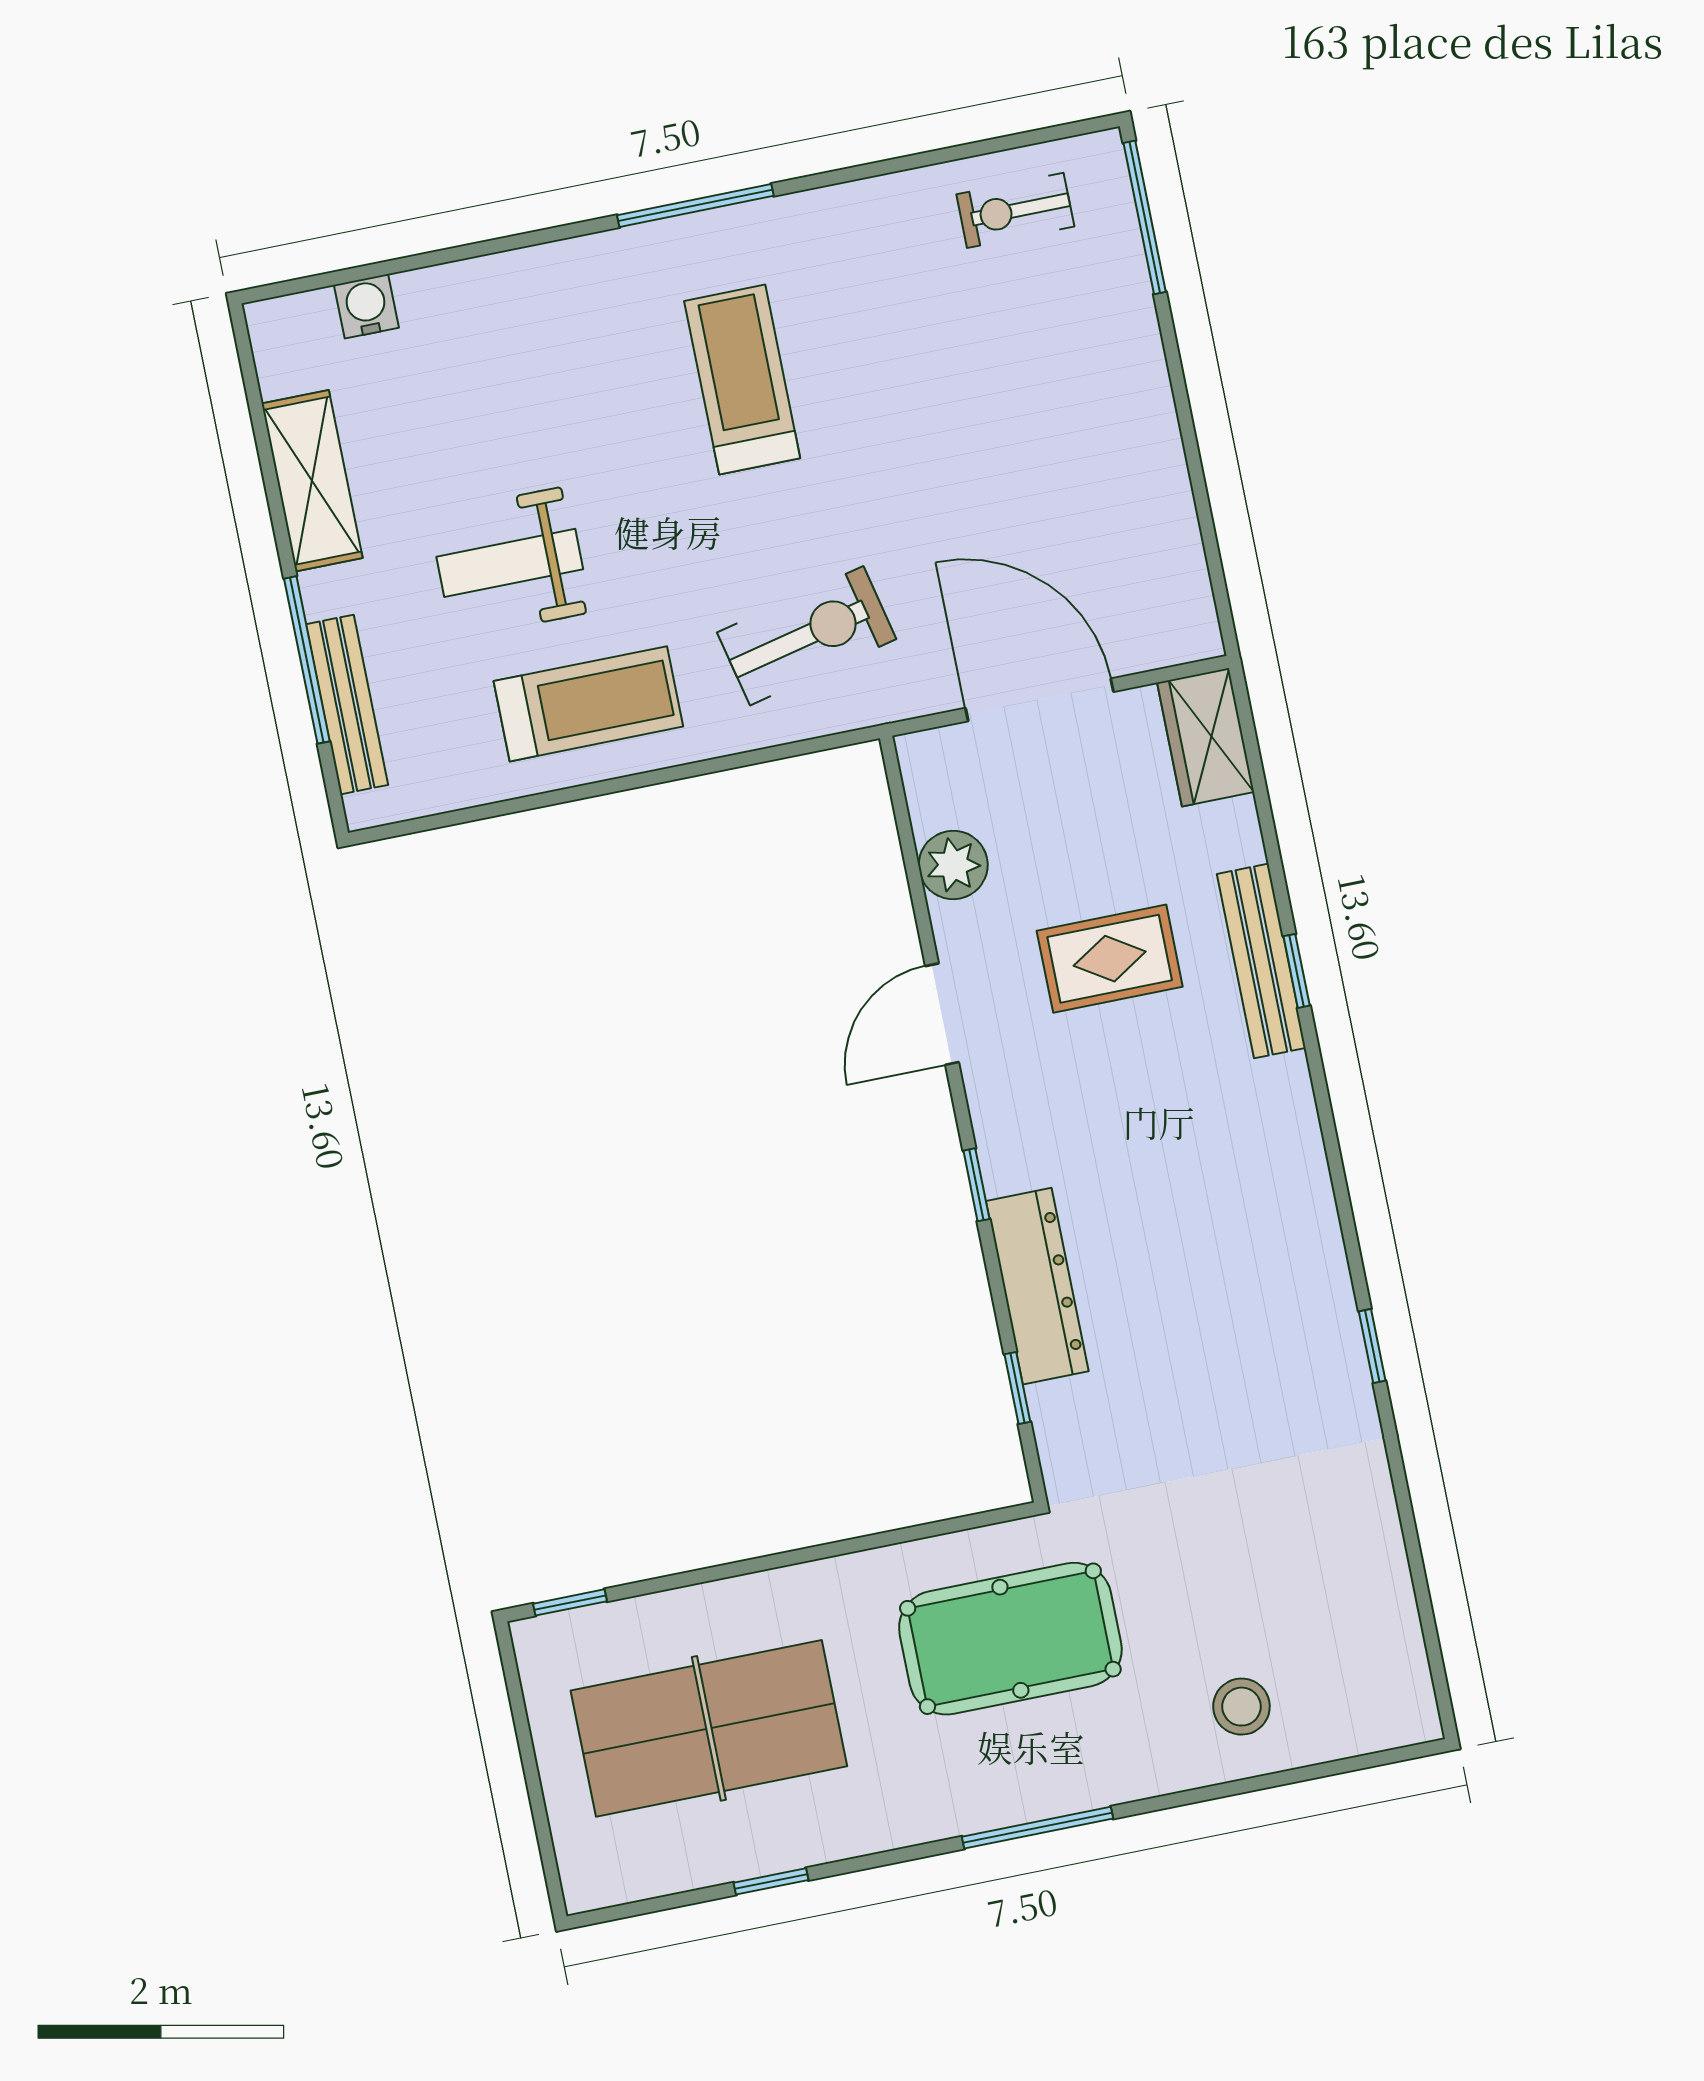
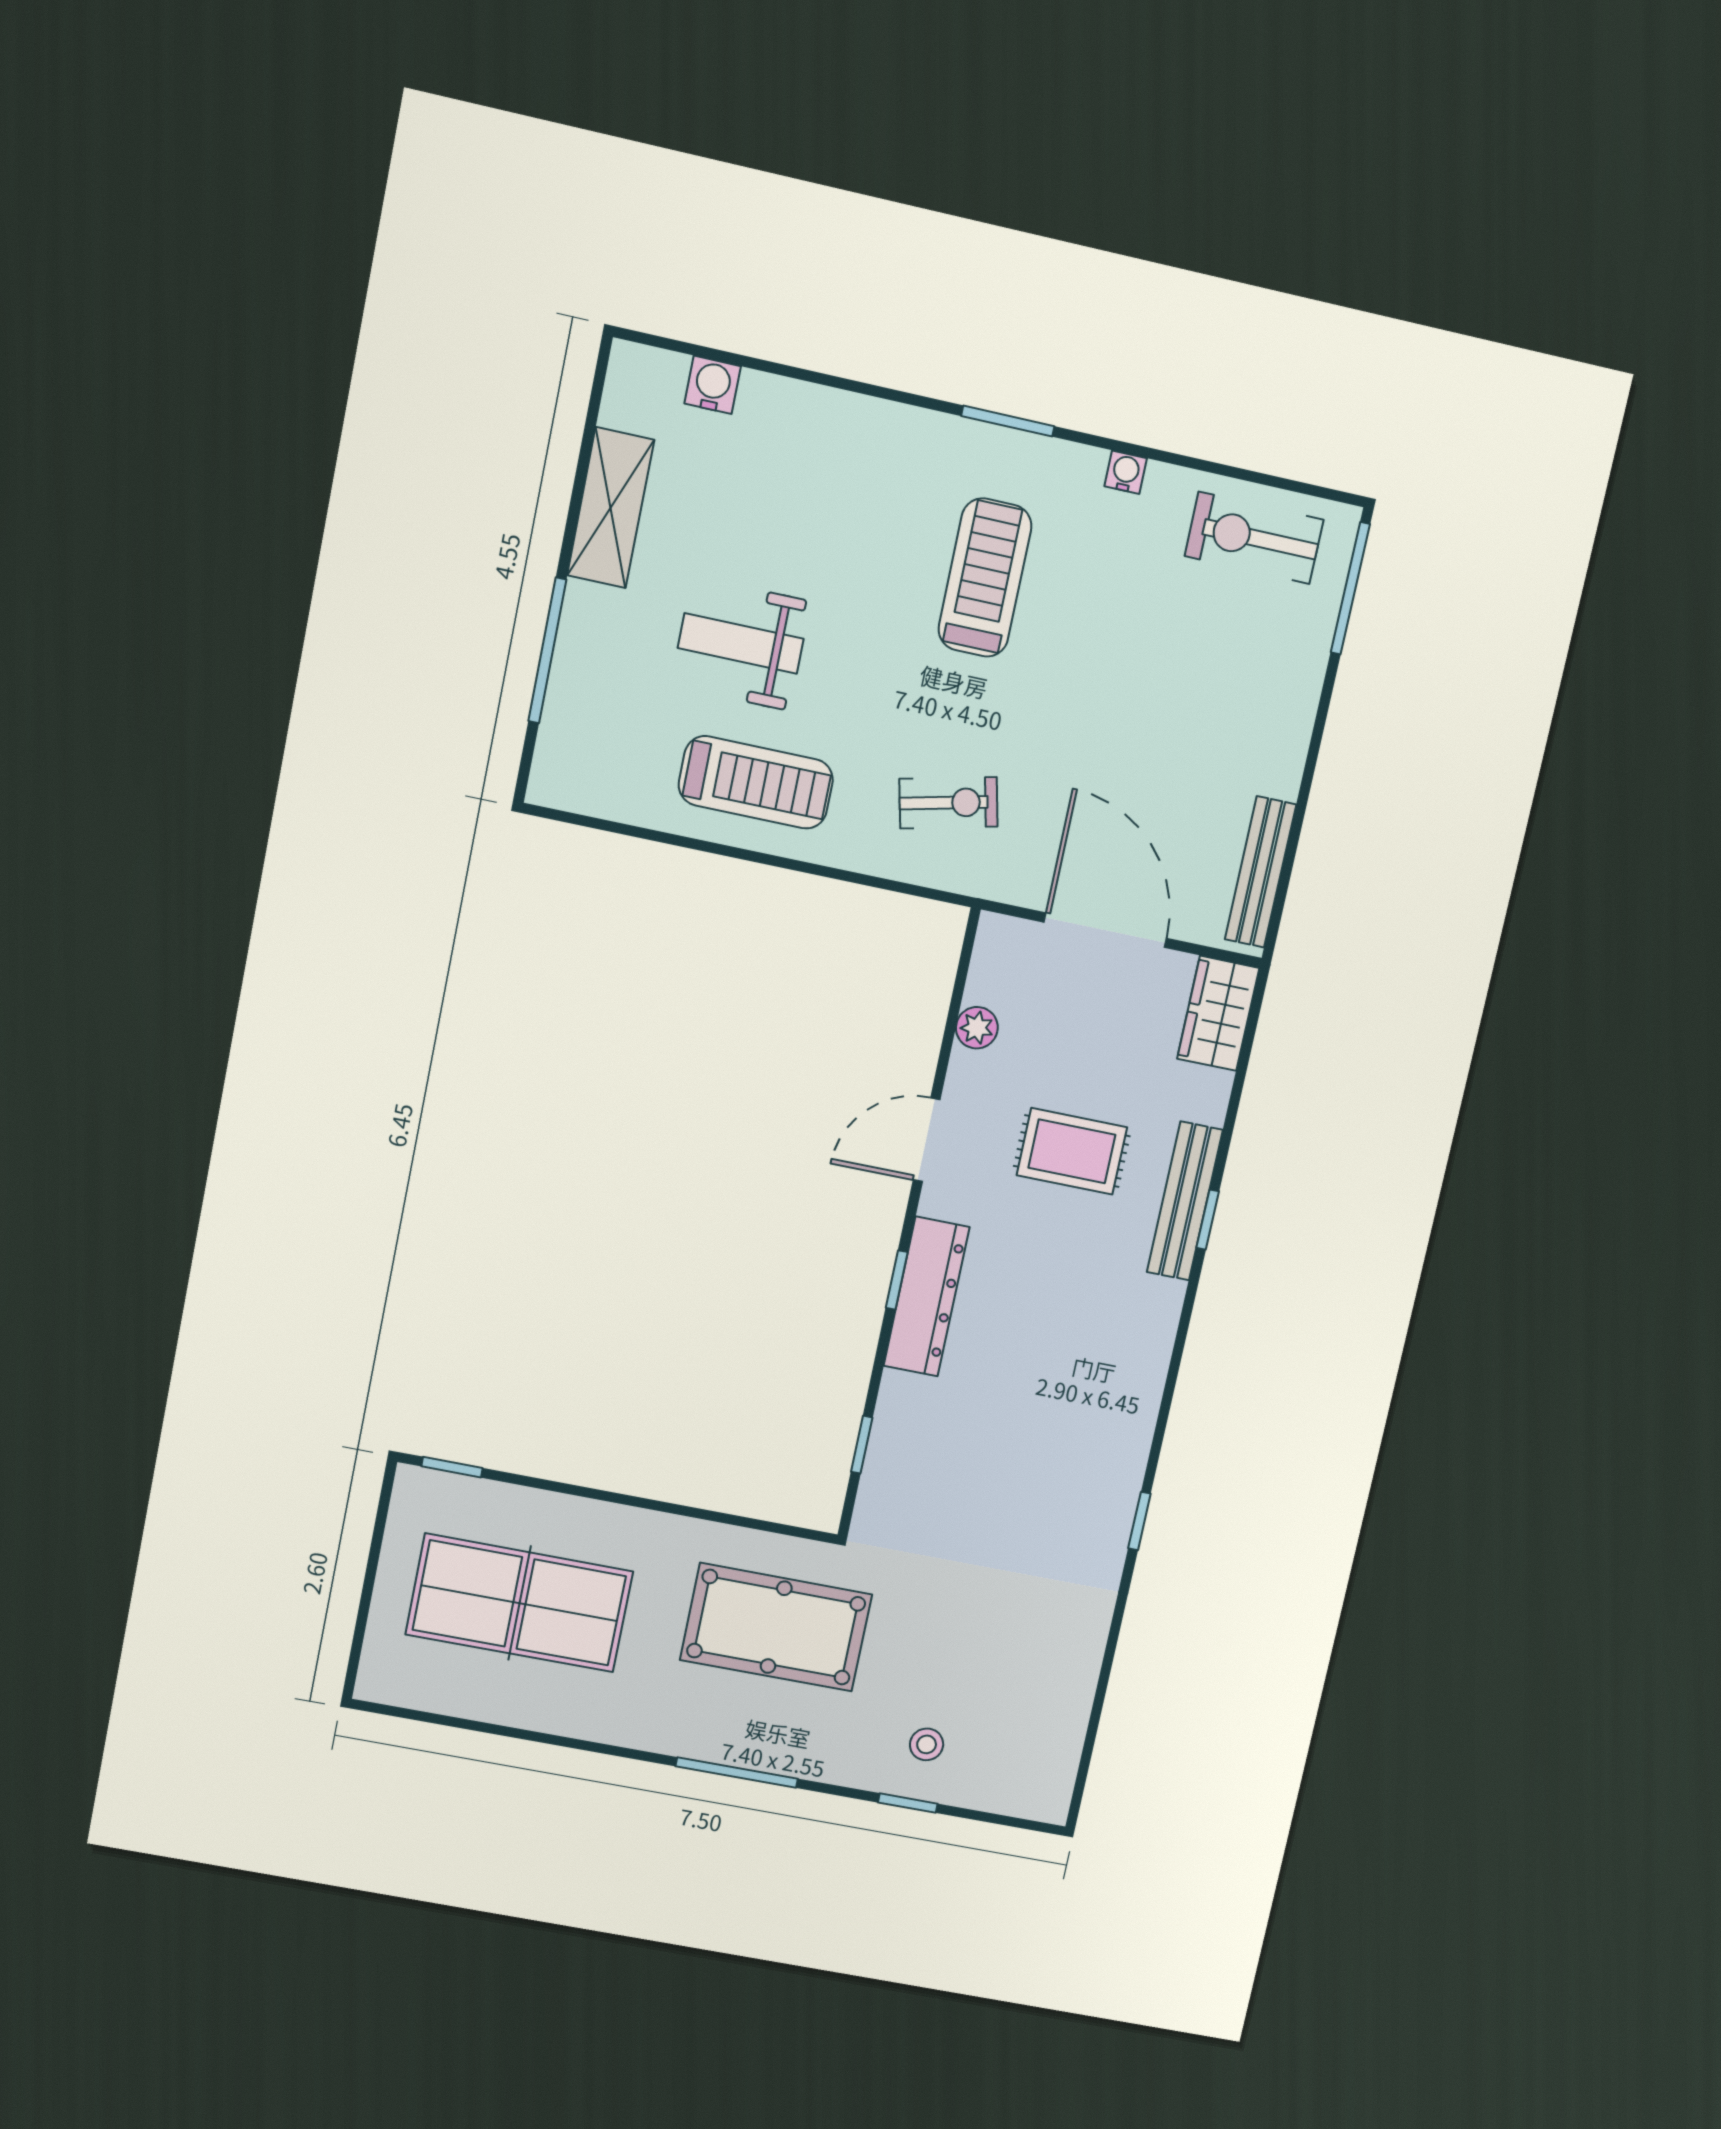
water cooler: (845, 203) -> (1126, 472), added
window: (695, 205) -> (1008, 421), width x0.69
exercise bike: (1015, 210) -> (1254, 538), width x1.38, depth x1.39
exercise bike: (807, 636) -> (948, 803), width x0.73, depth x0.72
bench: (347, 705) -> (1260, 872), moved
plant: (953, 865) -> (977, 1028), width x0.73, depth x0.73
dresser: (1037, 1286) -> (926, 1297), moved
stool: (1241, 1707) -> (927, 1744), width x0.73, depth x0.73
window: (771, 1881) -> (908, 1803), moved

